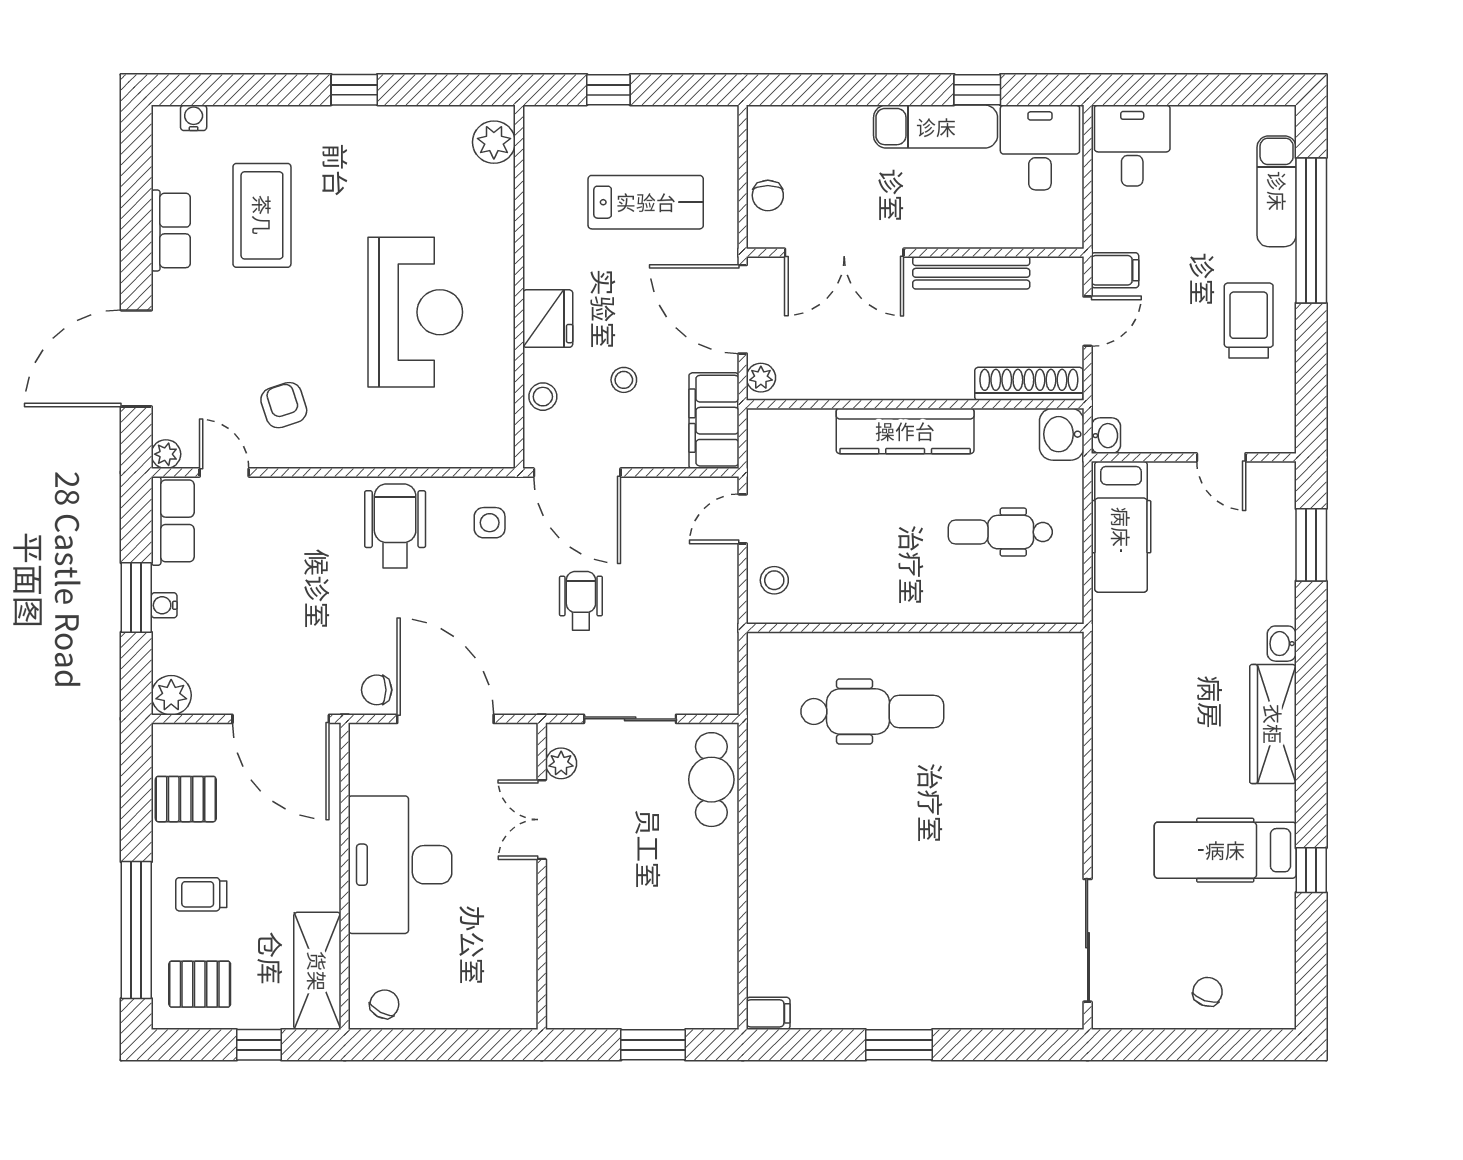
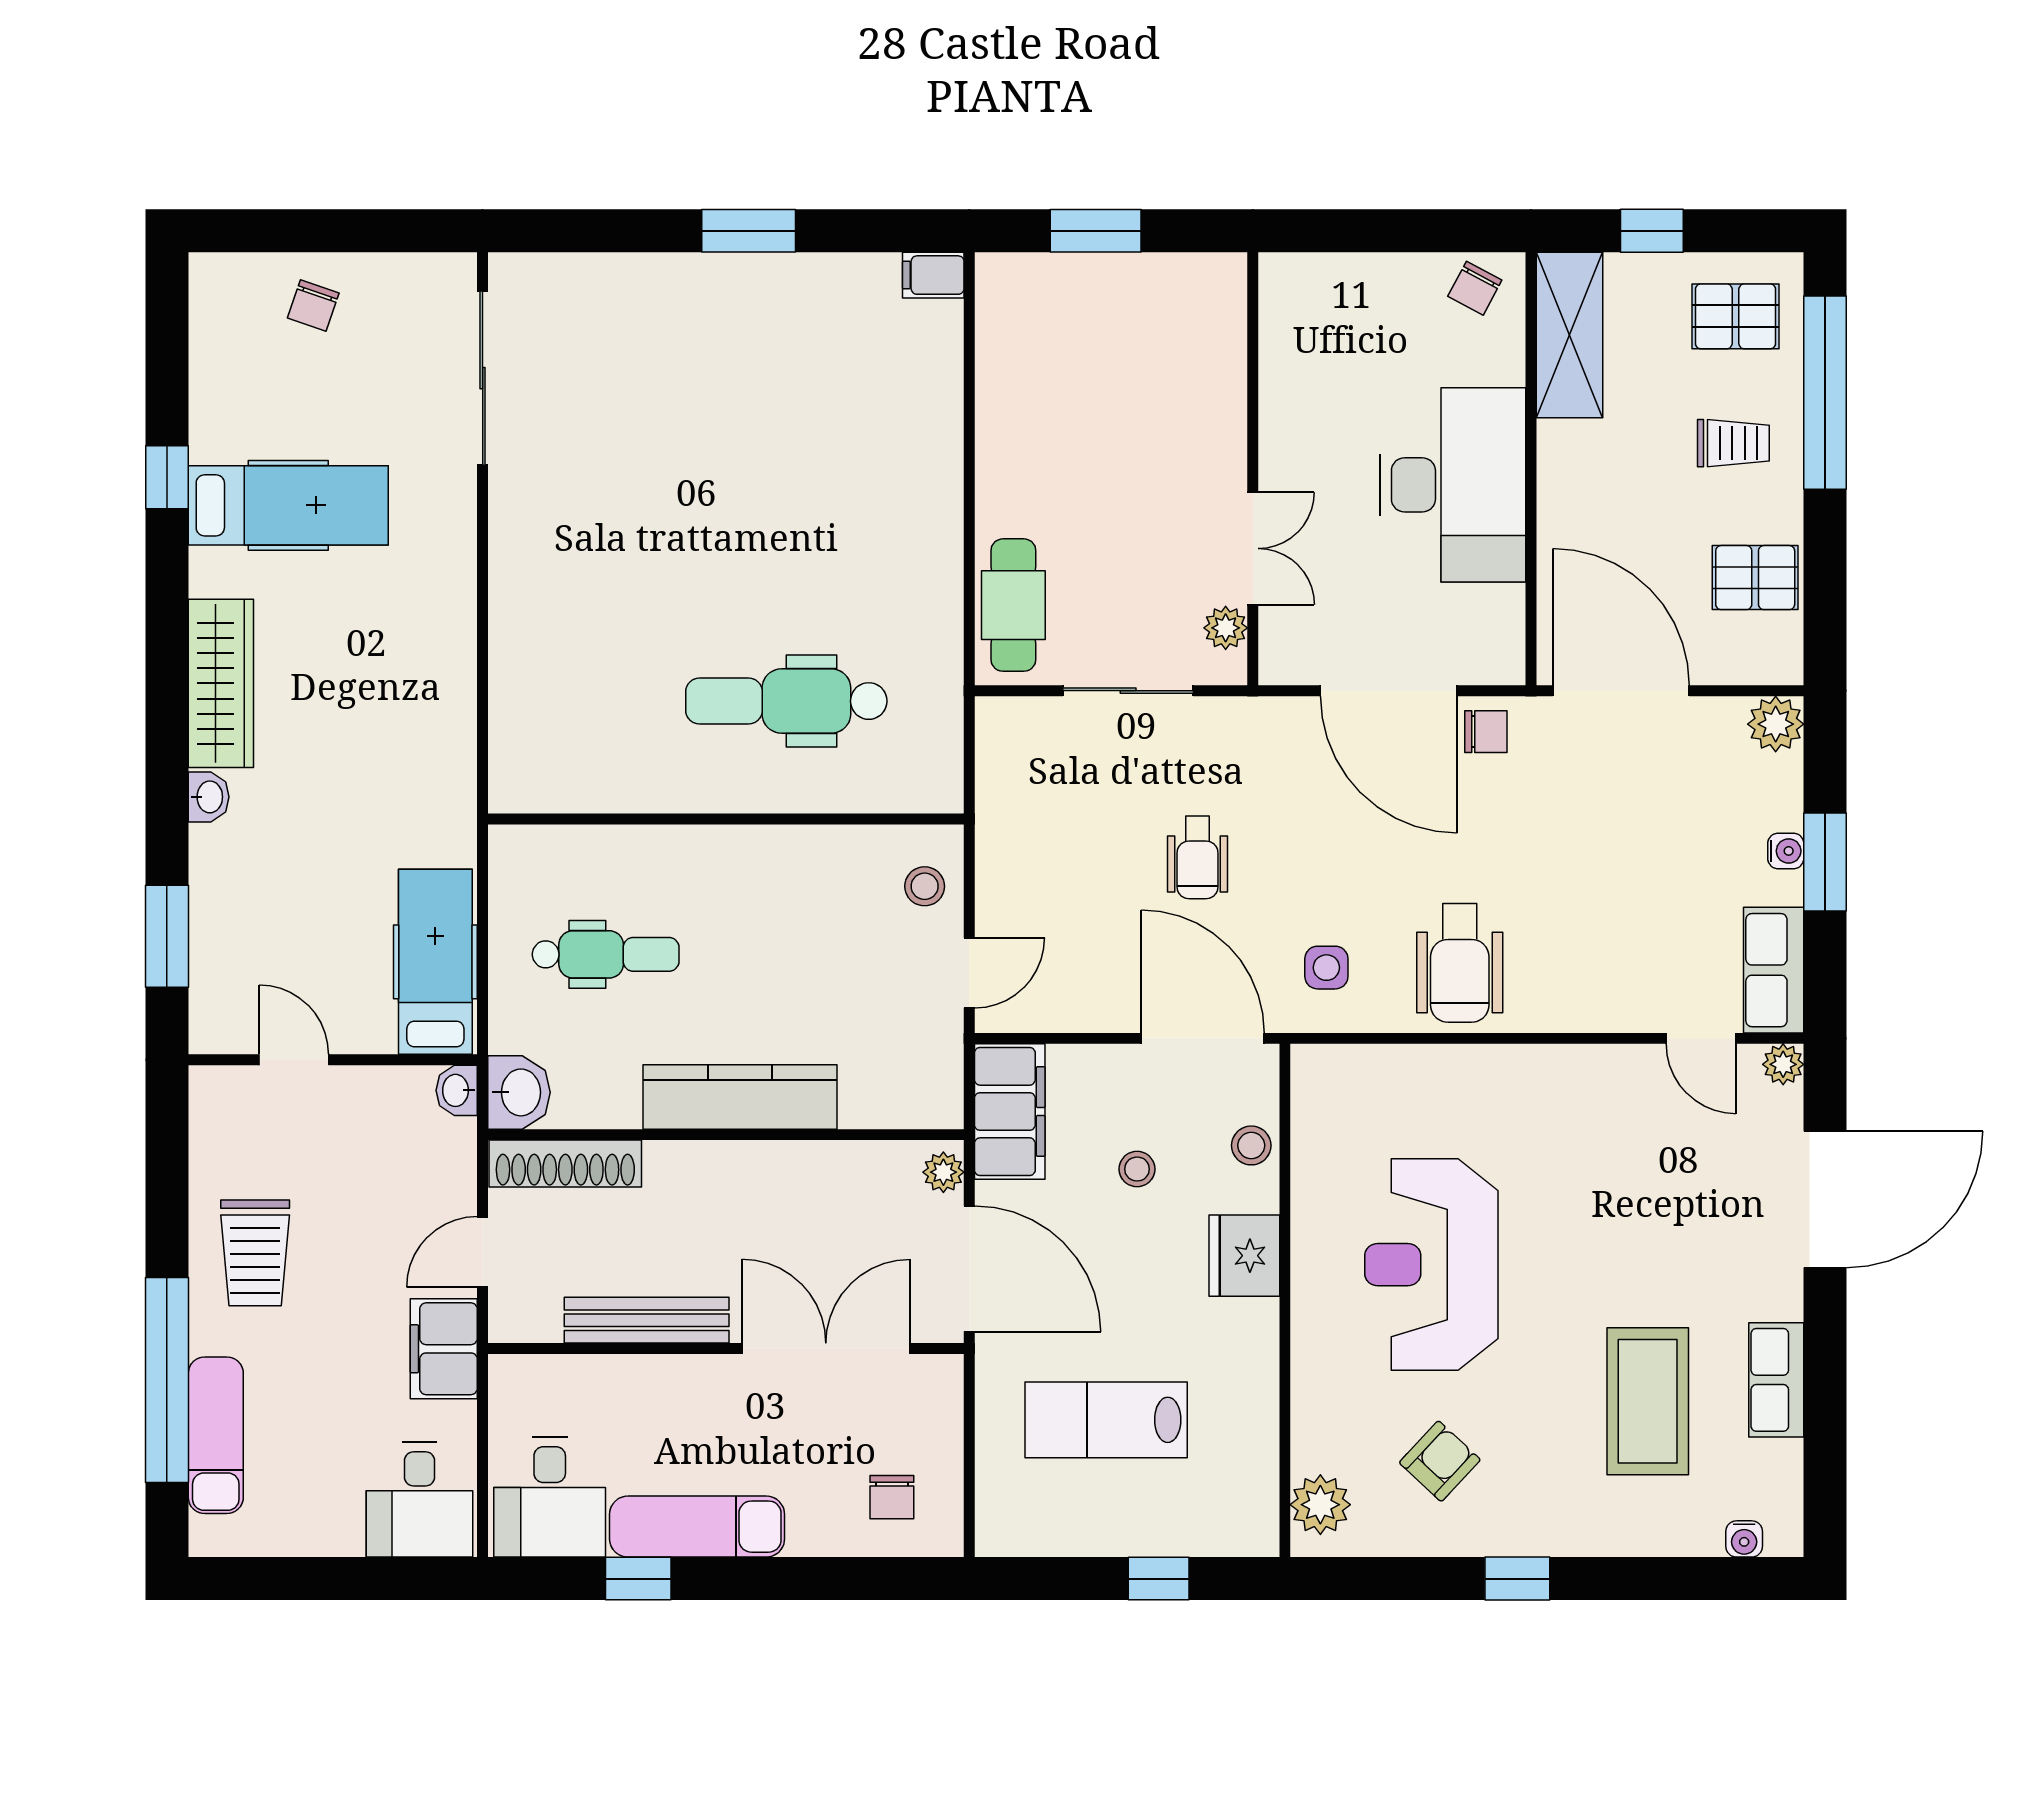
chair: (768, 195) -> (892, 1497), moved, turned 180
filing cabinet: (1115, 270) -> (444, 1349), width x2.00
armchair: (284, 405) -> (1440, 1461), moved, turned -119

